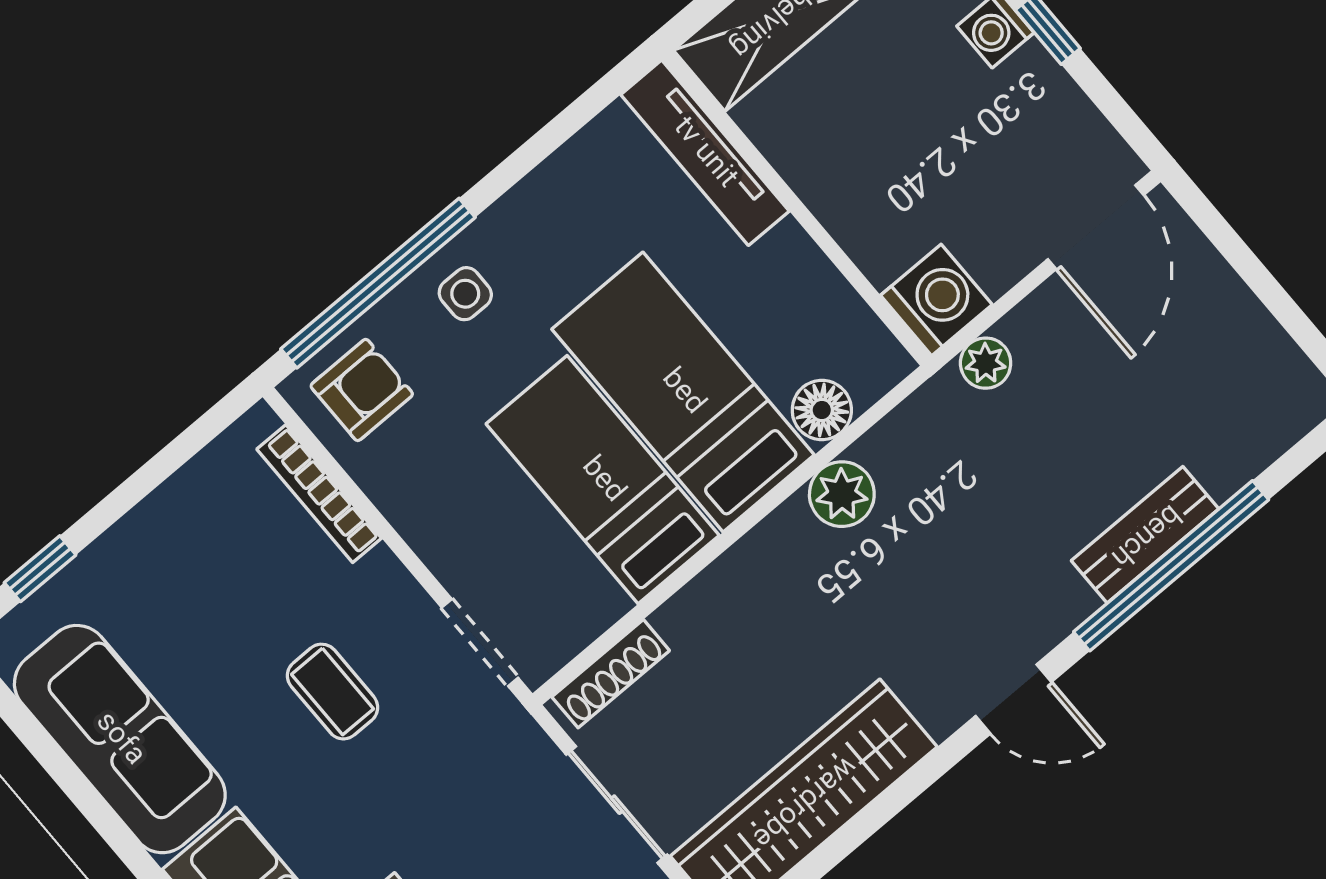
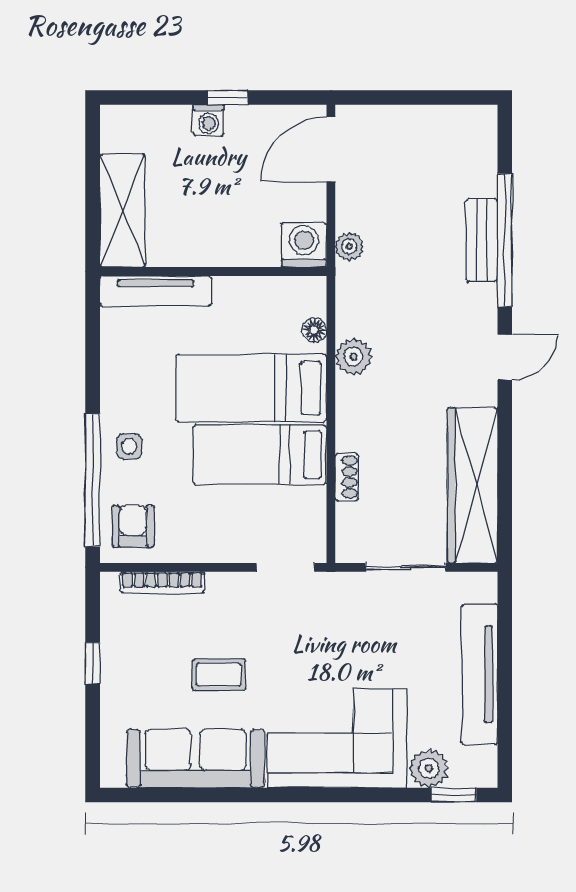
door: (1096, 227) -> (331, 149), swing flipped
floor lamp: (822, 410) -> (314, 330), width x0.73, depth x0.73
window: (40, 569) -> (93, 663), moved
shoe rack: (611, 674) -> (347, 477), moved, width x0.70
coffee table: (333, 692) -> (219, 675), moved

